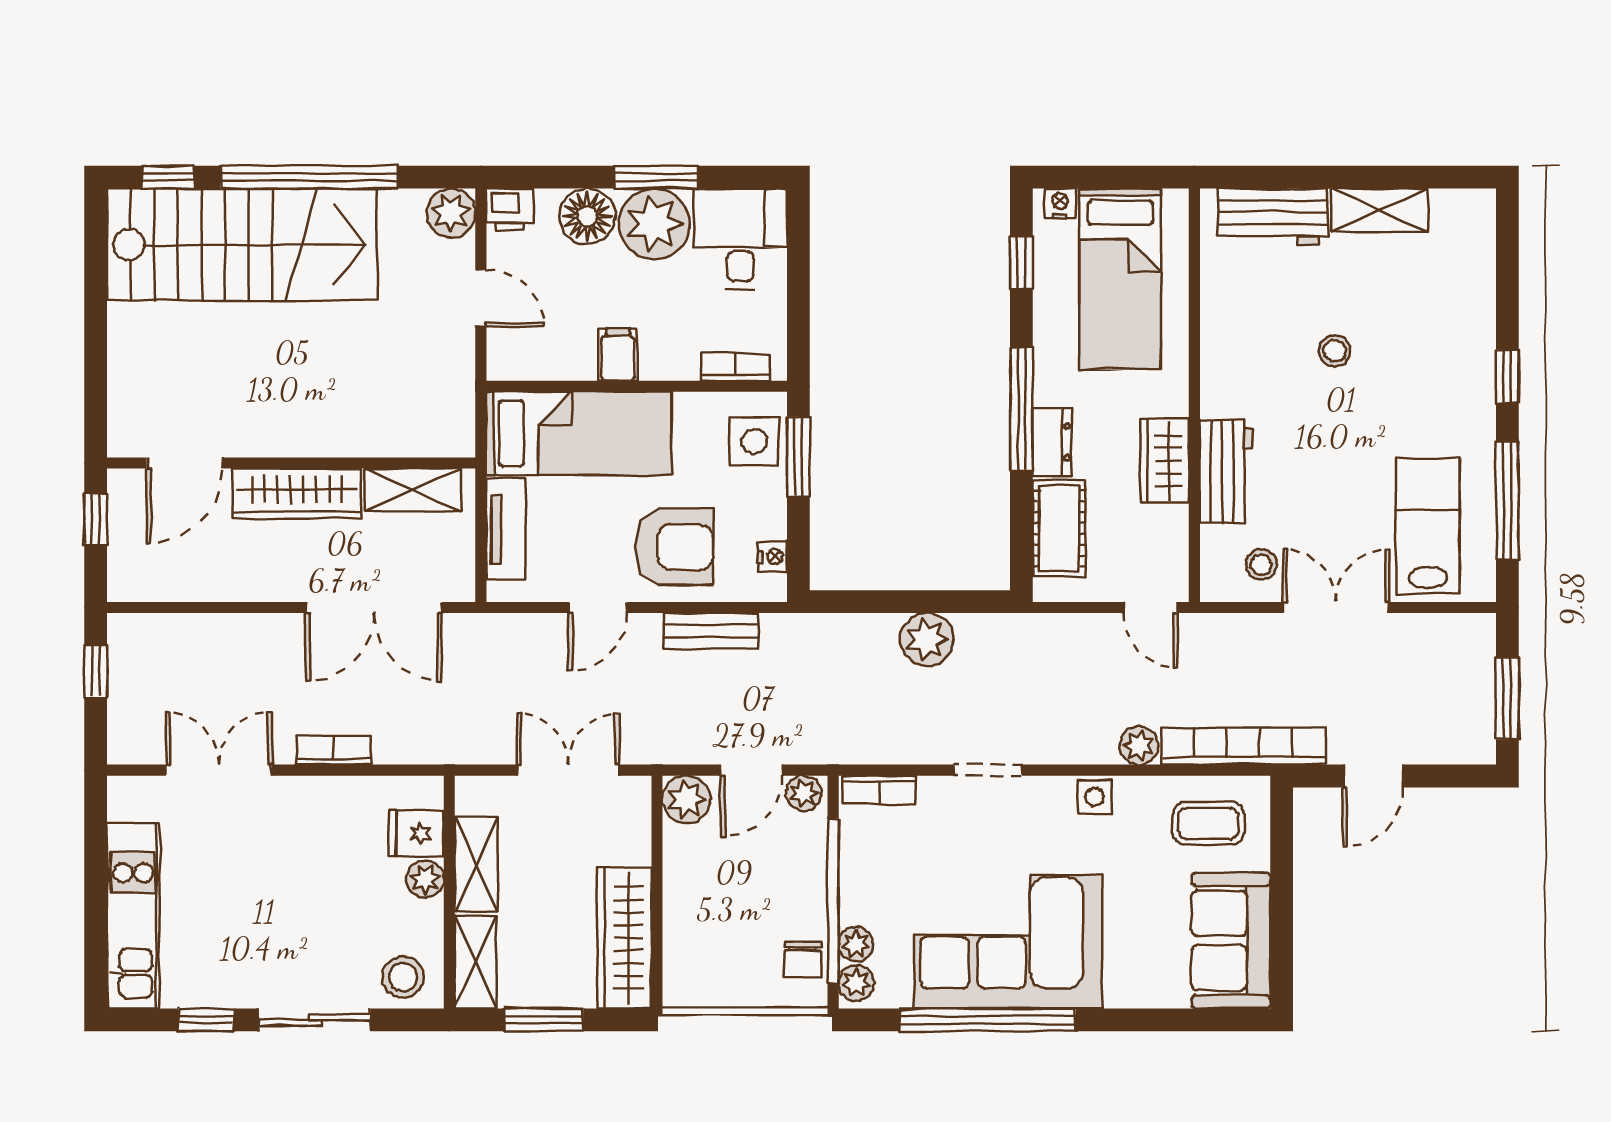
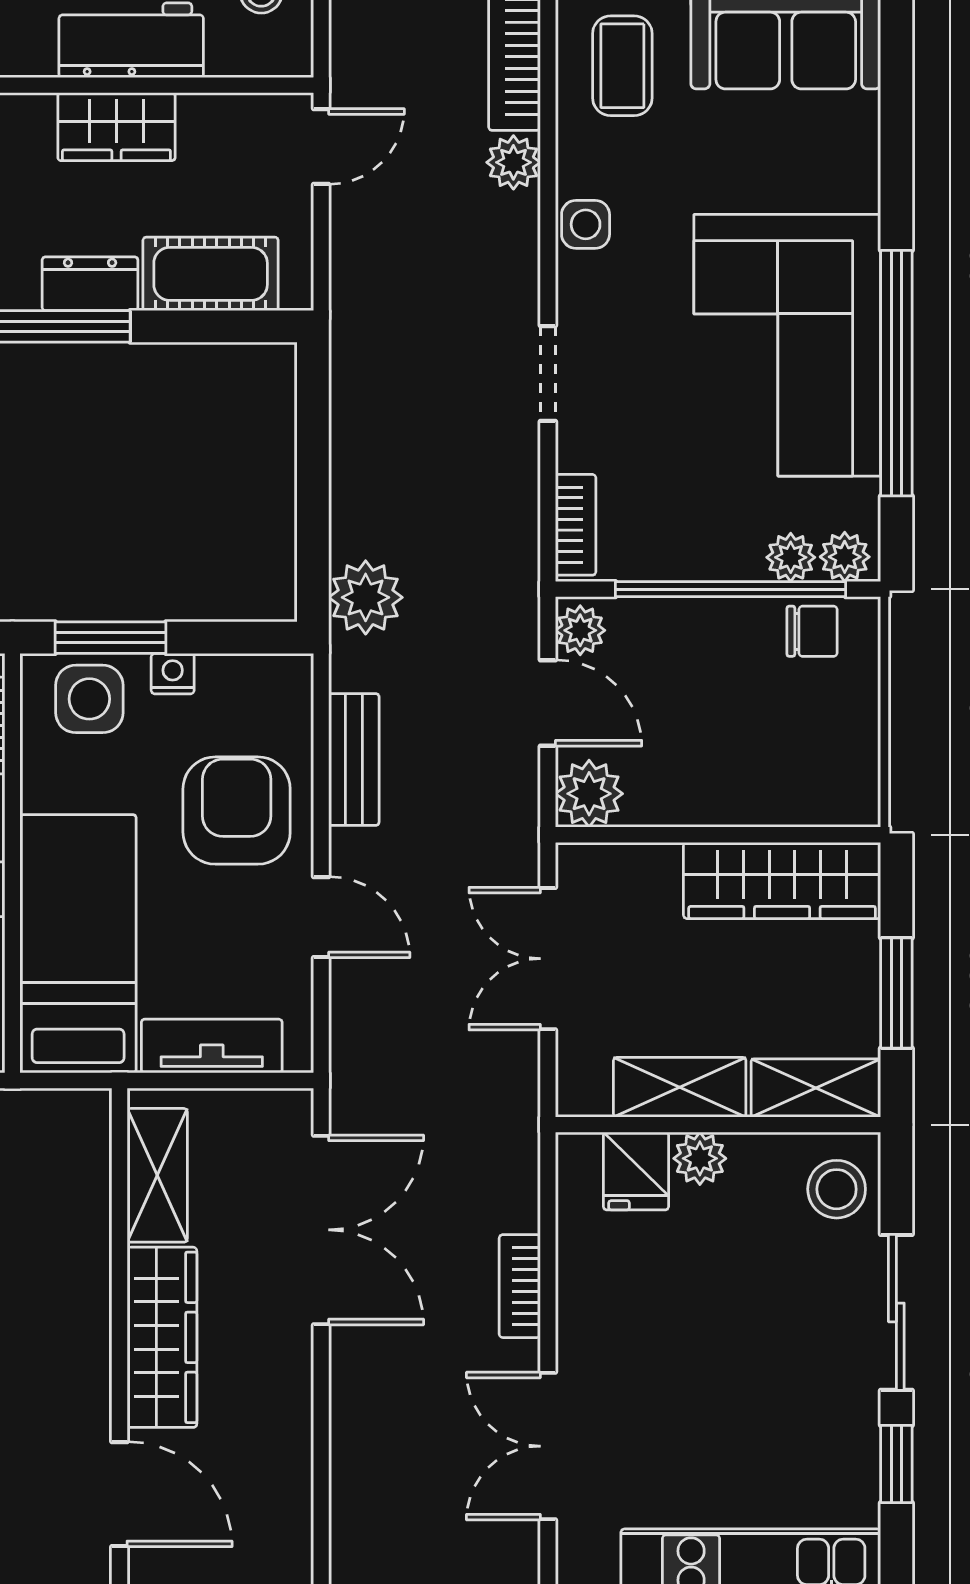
nightstand: (773, 557) -> (173, 674), moved
plant: (927, 639) -> (366, 597), moved

